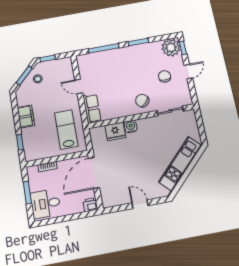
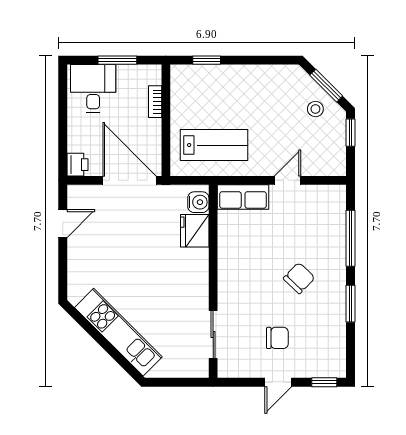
plant: (171, 47) -> (329, 361), removed
door: (188, 72) -> (278, 382), hinge flipped
chair: (142, 101) -> (299, 278), moved
filing cabinet: (26, 116) -> (250, 77), removed
water cooler: (131, 127) -> (198, 202), moved
door: (140, 204) -> (63, 224), moved

